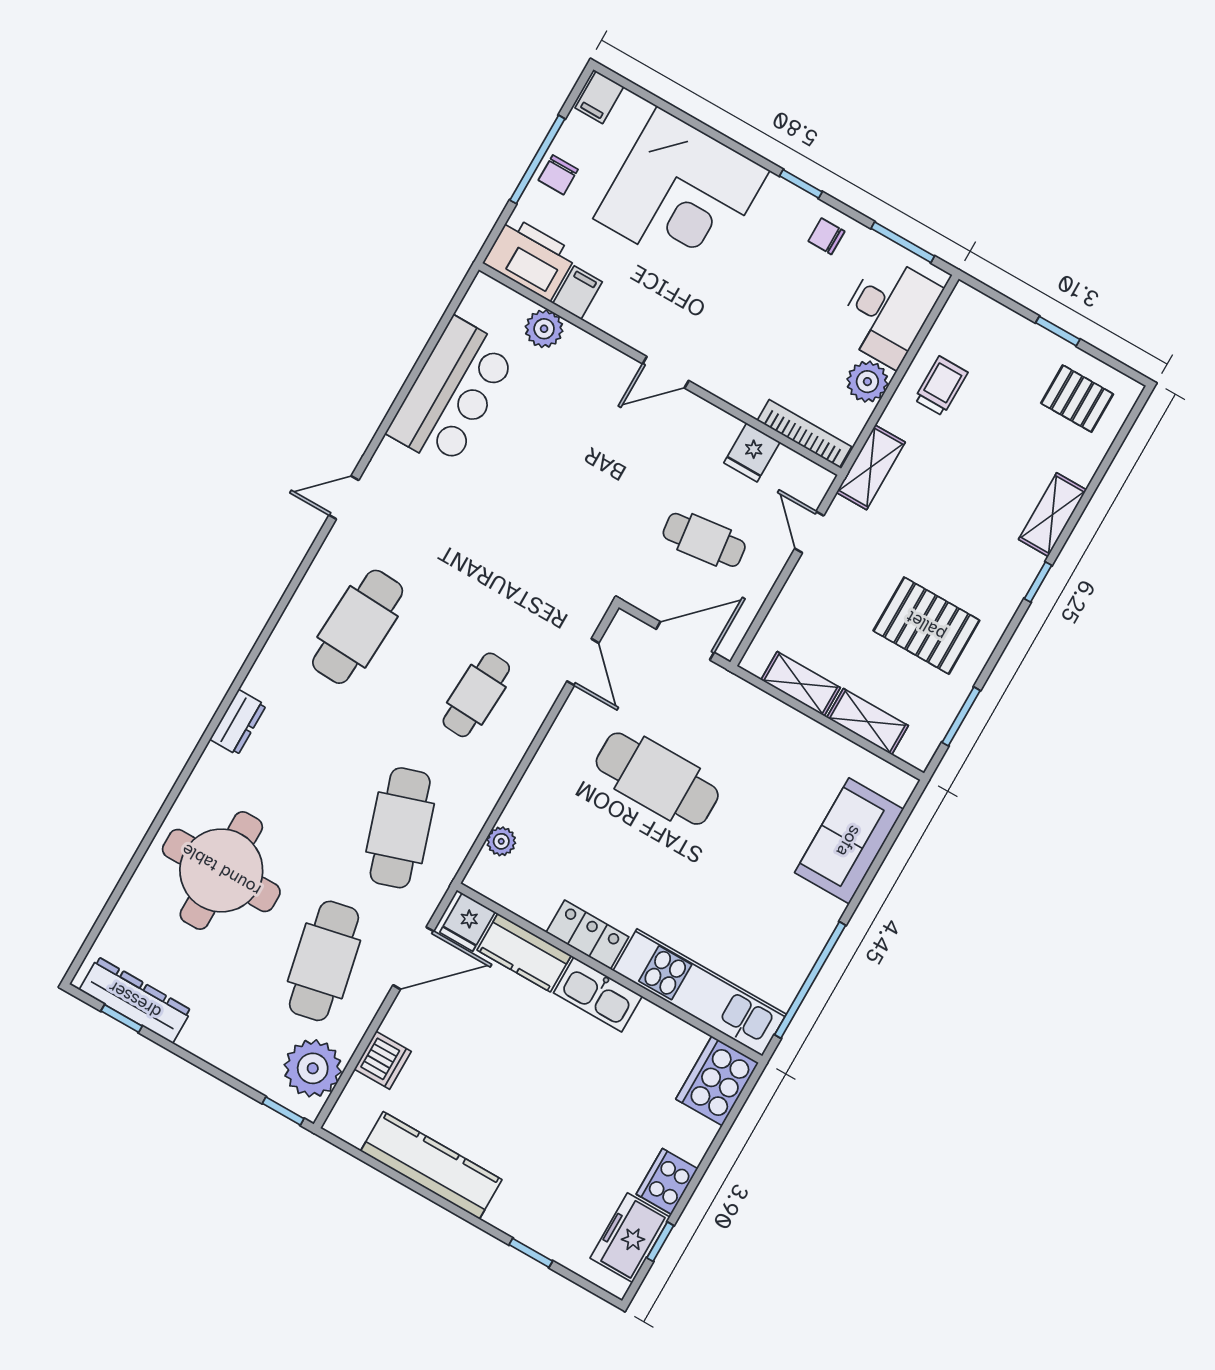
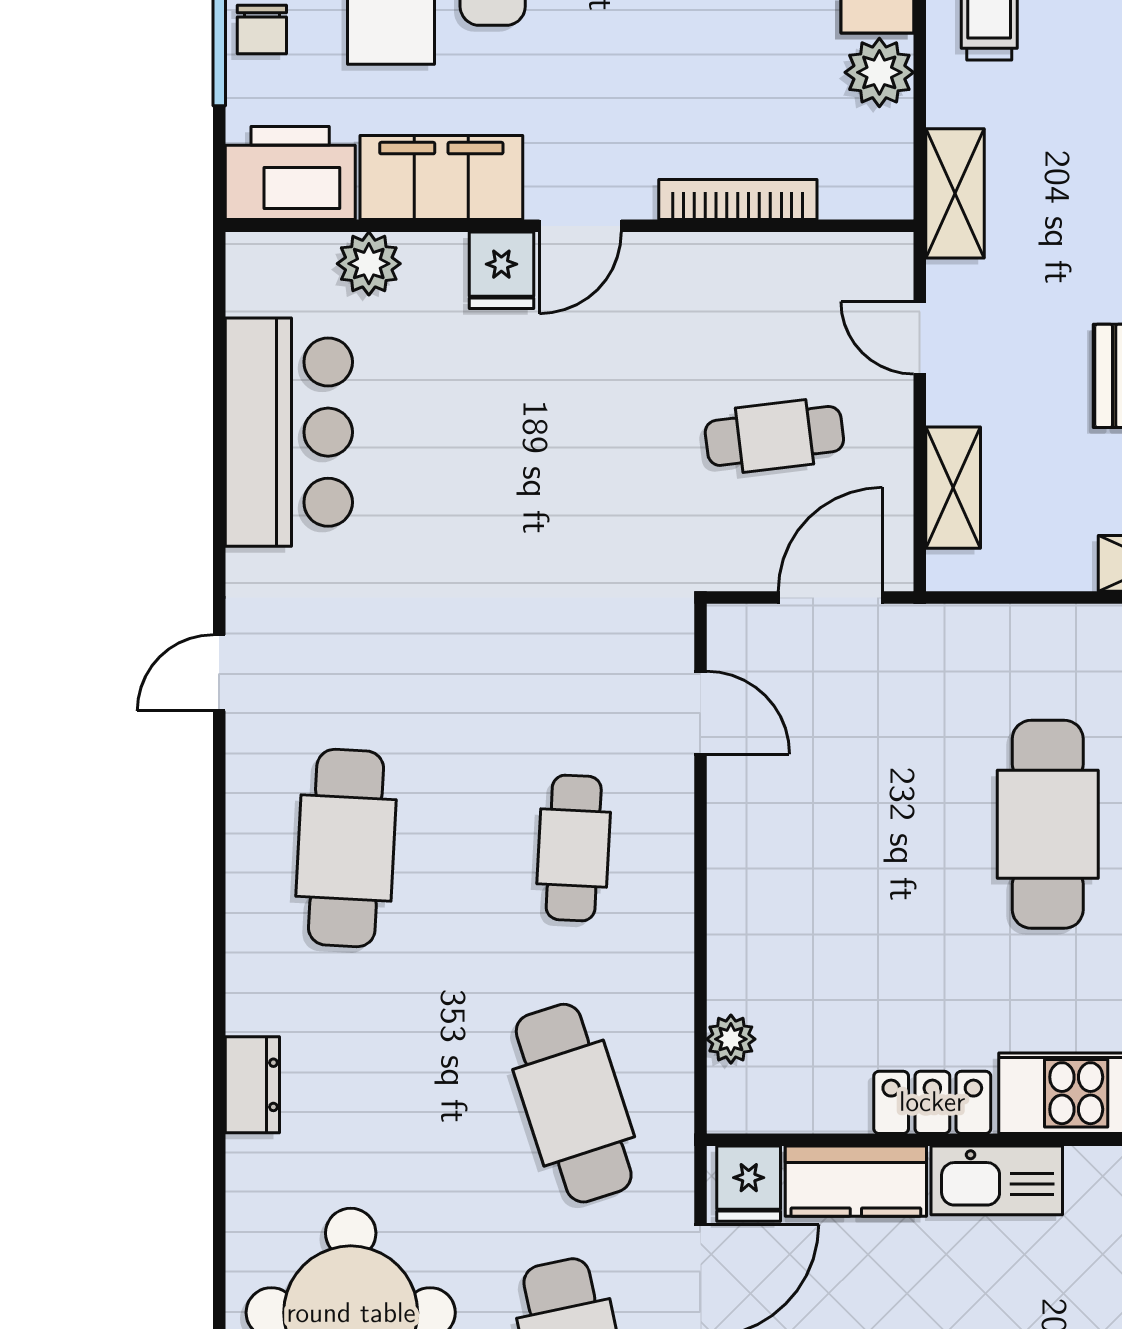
filing cabinet: (578, 293) -> (441, 178), width x3.00, depth x1.17
bookcase: (804, 434) -> (738, 200), moved
fridge: (752, 452) -> (501, 270), moved
shelving: (801, 684) -> (953, 488), moved, turned 90
cafe table: (657, 779) -> (1048, 824), moved, turned 90

